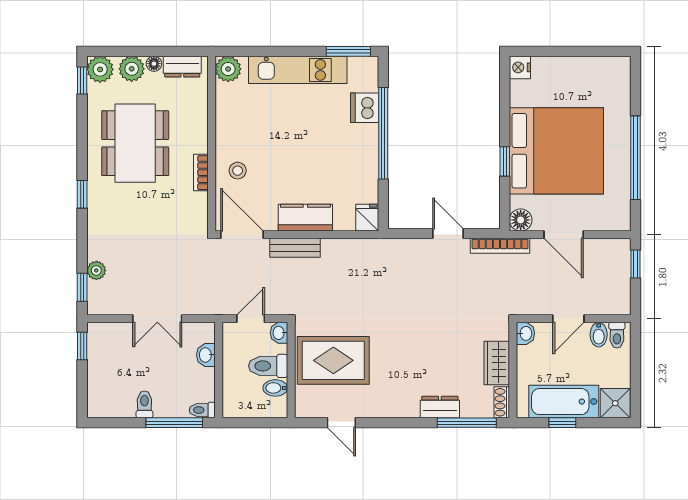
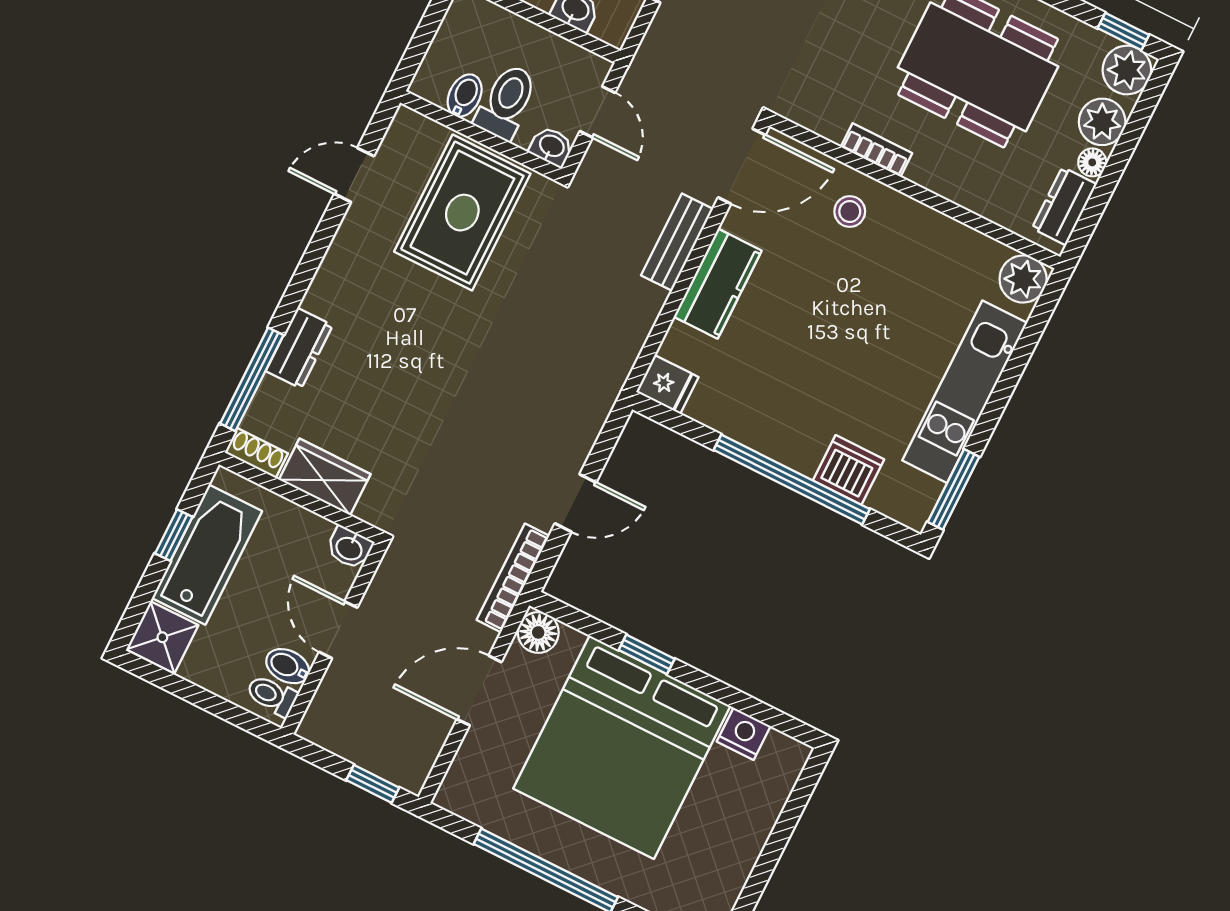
nightstand: (520, 67) -> (744, 734), moved

